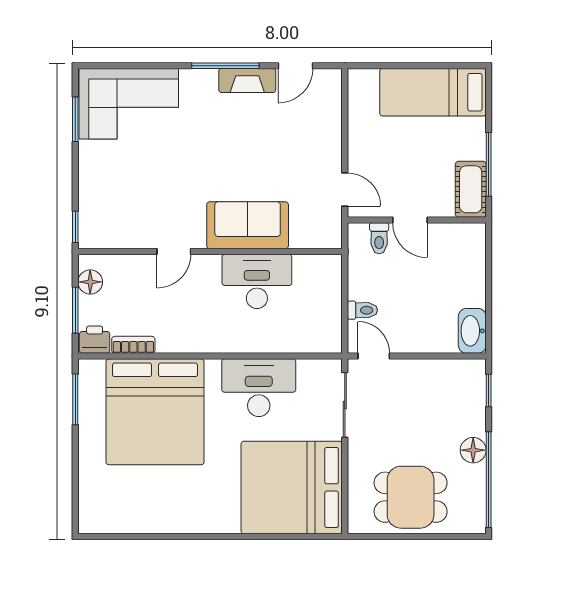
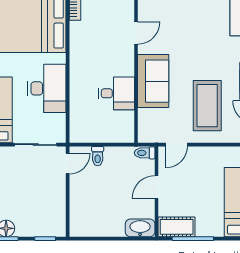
coffee table: (285, 143) -> (207, 106), added
toilet: (379, 238) -> (145, 153), moved
door: (174, 251) -> (136, 33), swing flipped
desk: (257, 281) -> (116, 93), width x0.73
washbasin: (472, 331) -> (140, 228), moved

